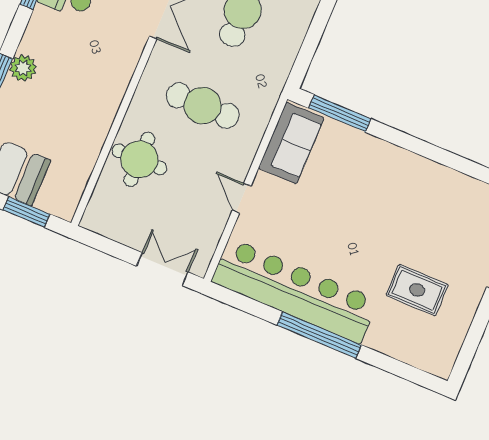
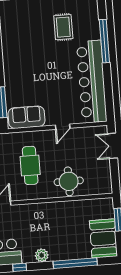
plant: (23, 68) -> (42, 255), moved
window: (319, 335) -> (104, 41), moved

